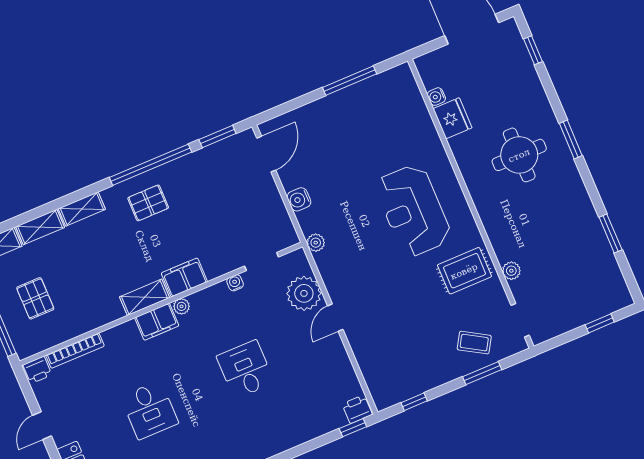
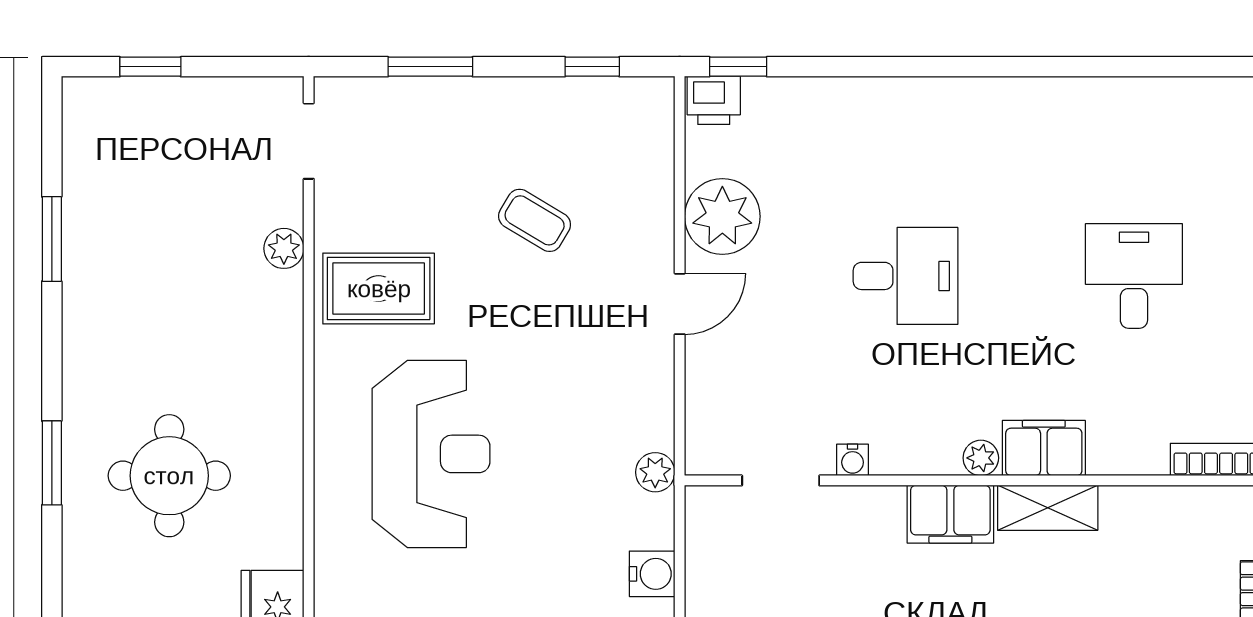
plant: (304, 293) -> (722, 216), moved
coffee table: (474, 343) -> (535, 220), moved
desk: (245, 369) -> (905, 276), turned -90

